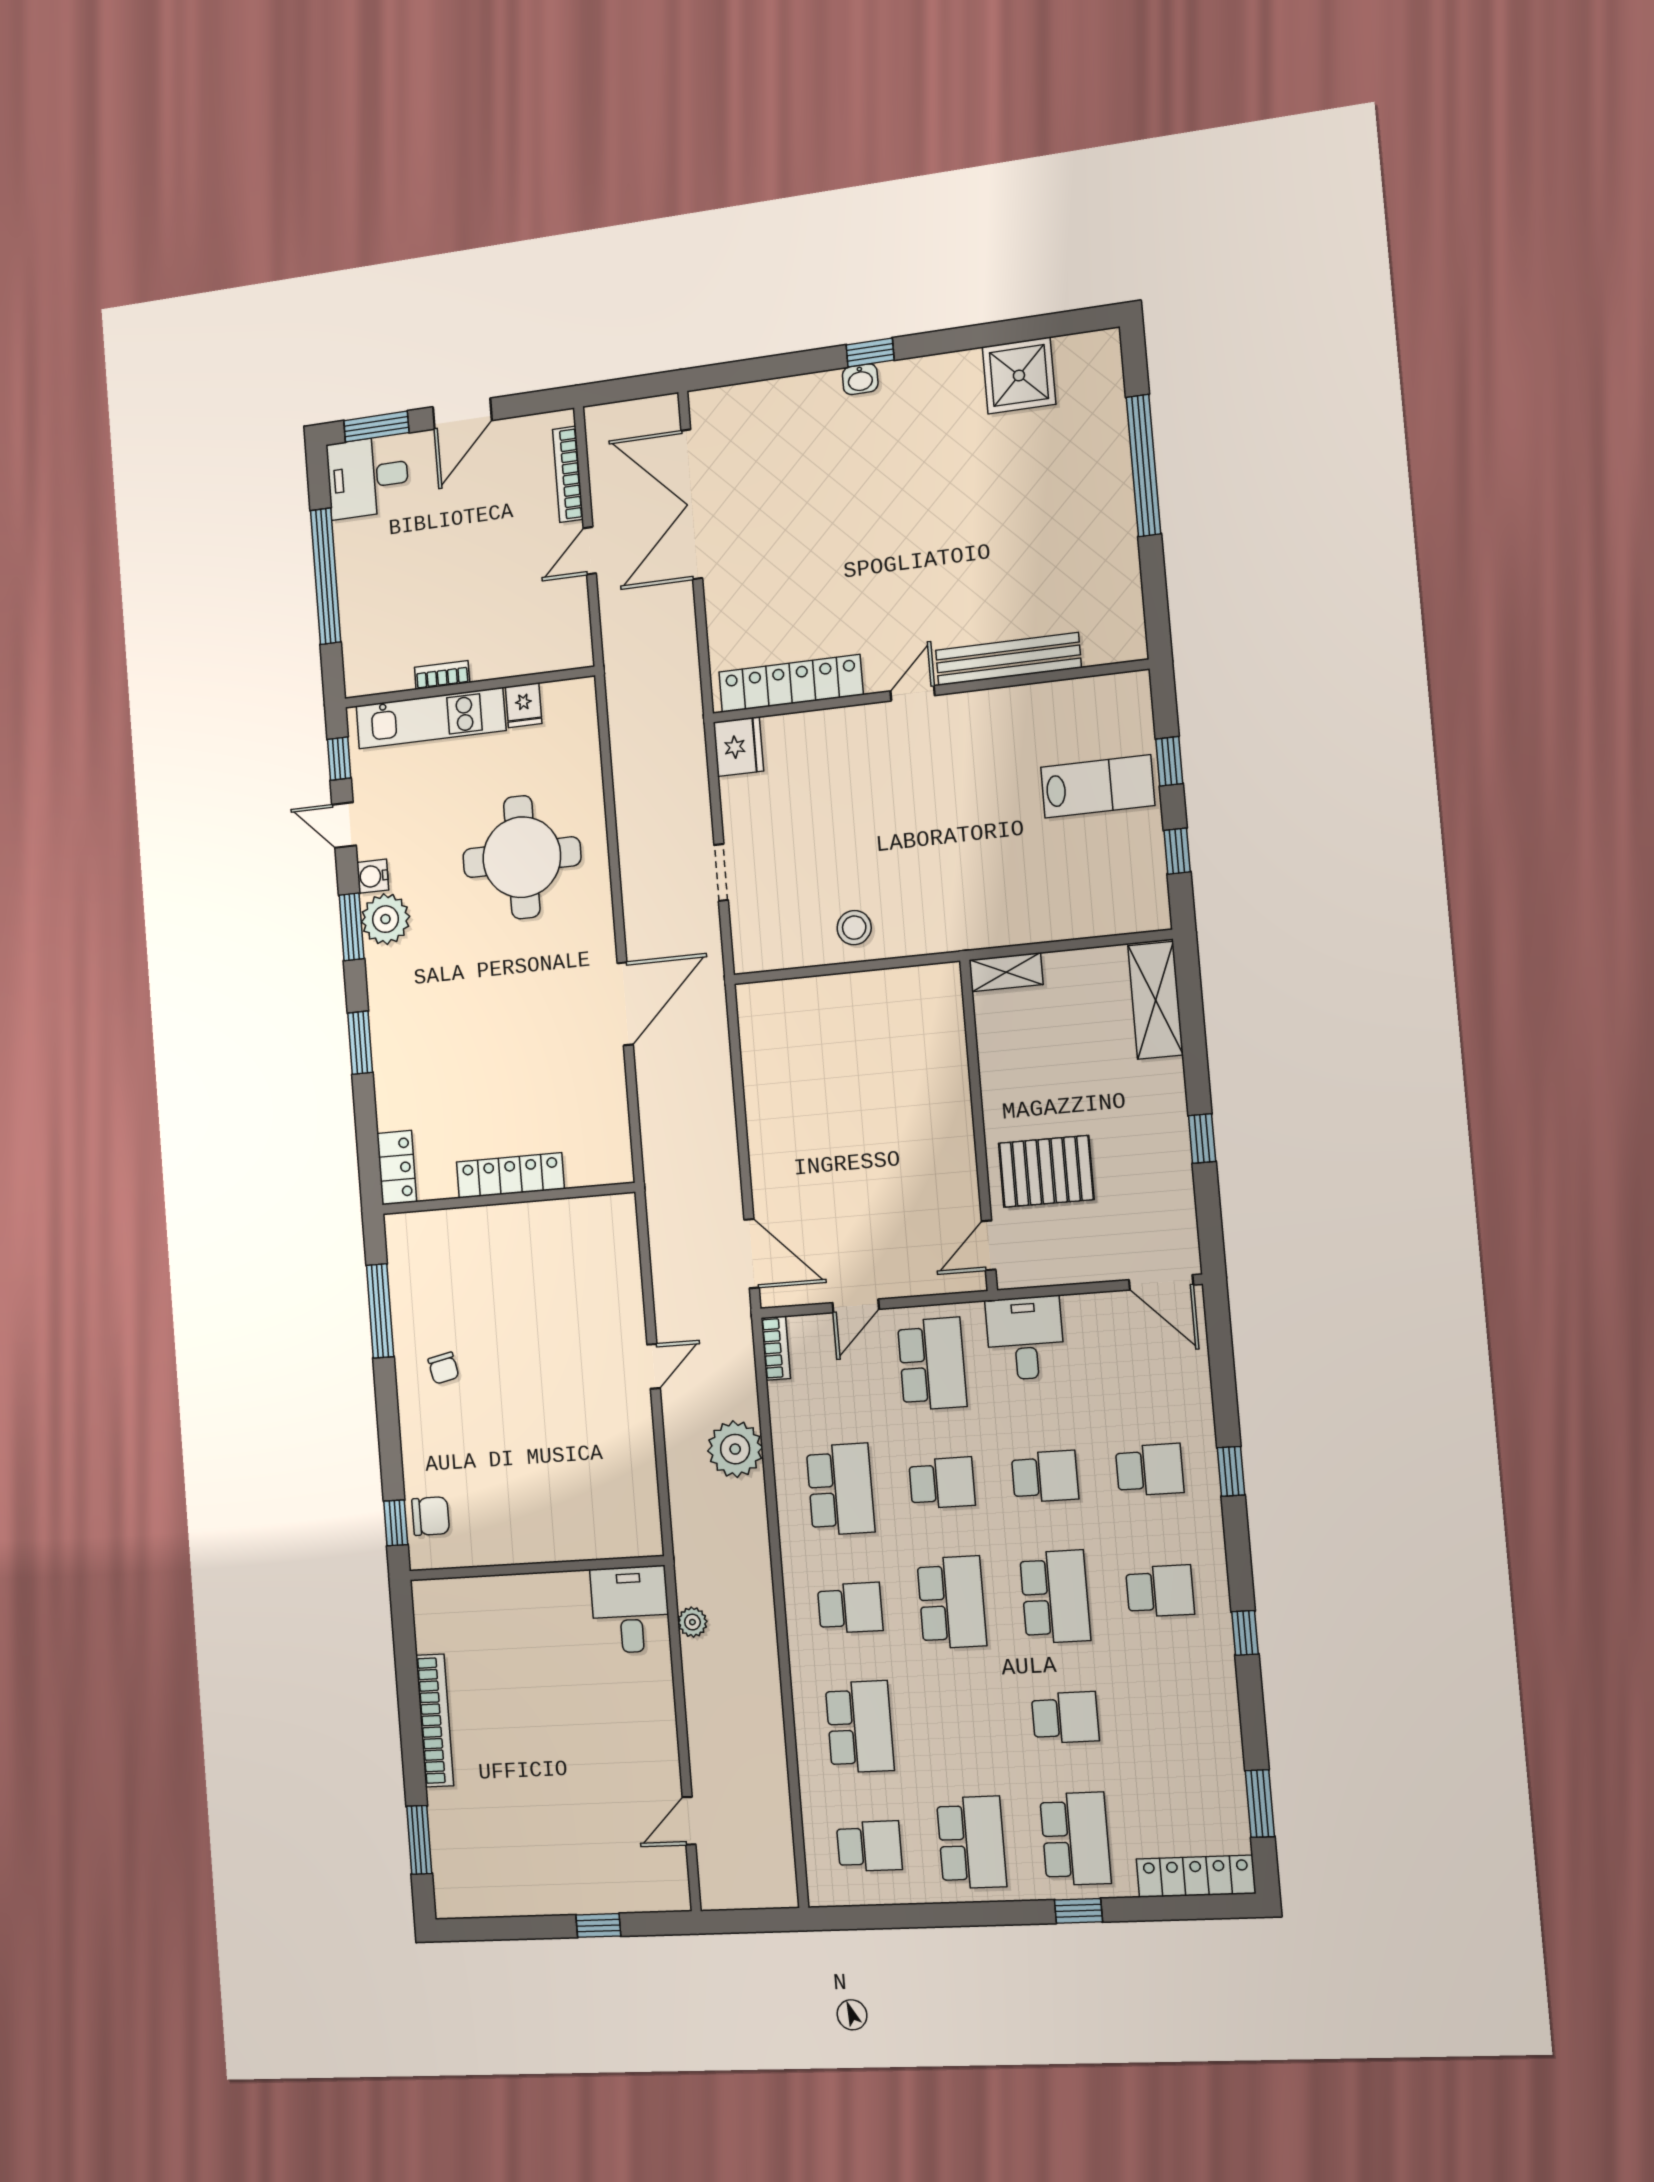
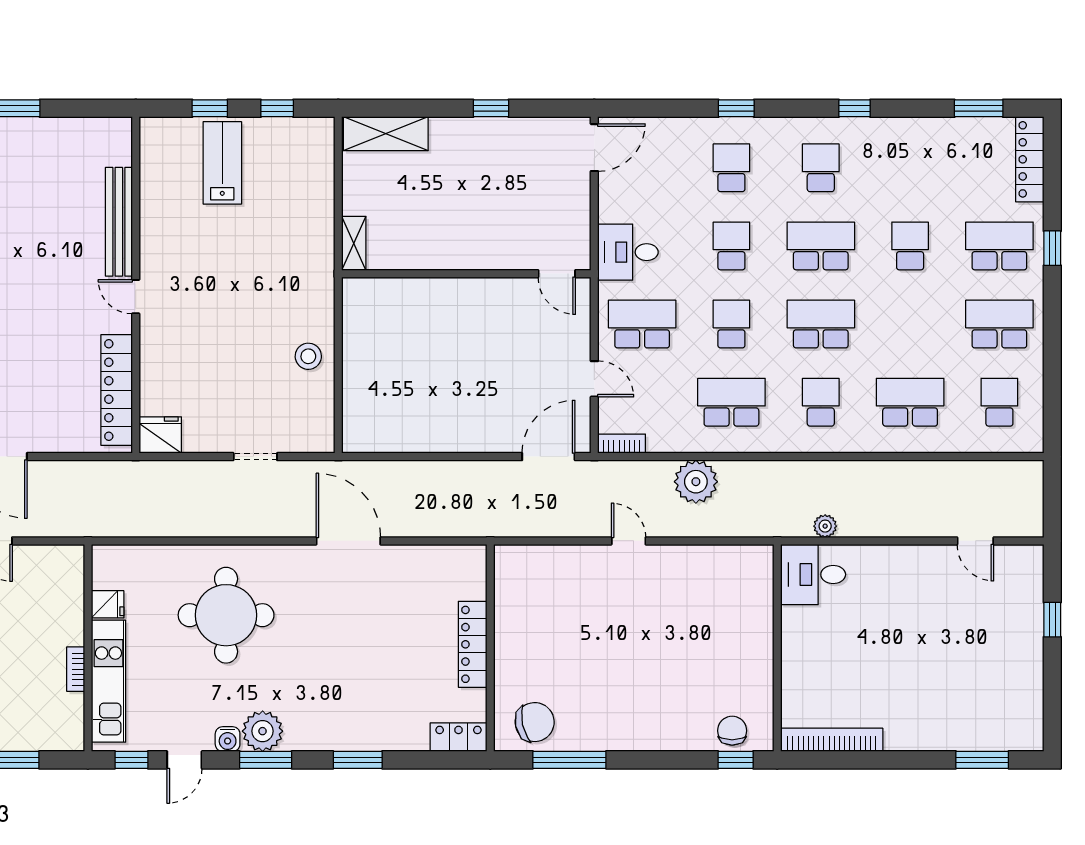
pallet: (1046, 1171) -> (505, 226), removed
chair: (443, 1368) -> (535, 722), moved, width x1.87, depth x1.87
bookcase: (435, 1720) -> (832, 740), moved

